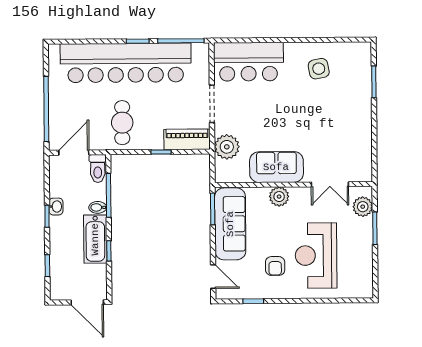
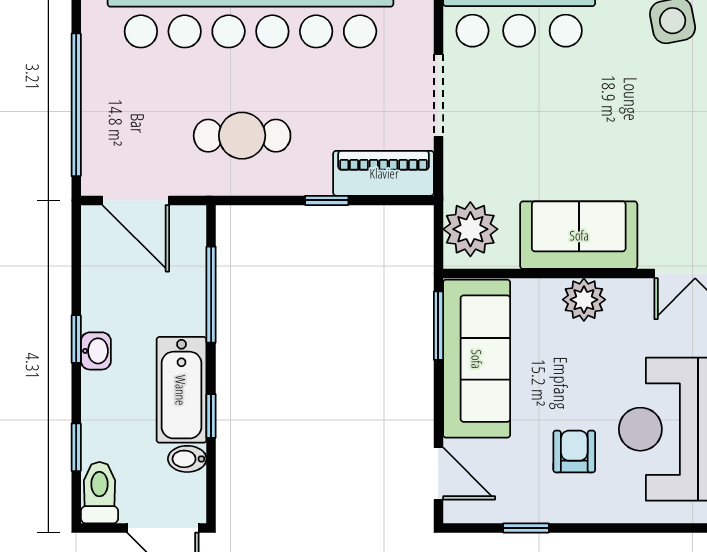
cafe table: (122, 123) -> (242, 136), turned 90
plant: (227, 147) -> (470, 229), moved
door: (74, 153) -> (136, 200), swing flipped
toilet: (98, 169) -> (99, 493), moved, turned 180
washbasin: (56, 207) -> (96, 351), moved
bidet: (98, 207) -> (187, 459), moved
armchair: (275, 266) -> (574, 451), turned 180

